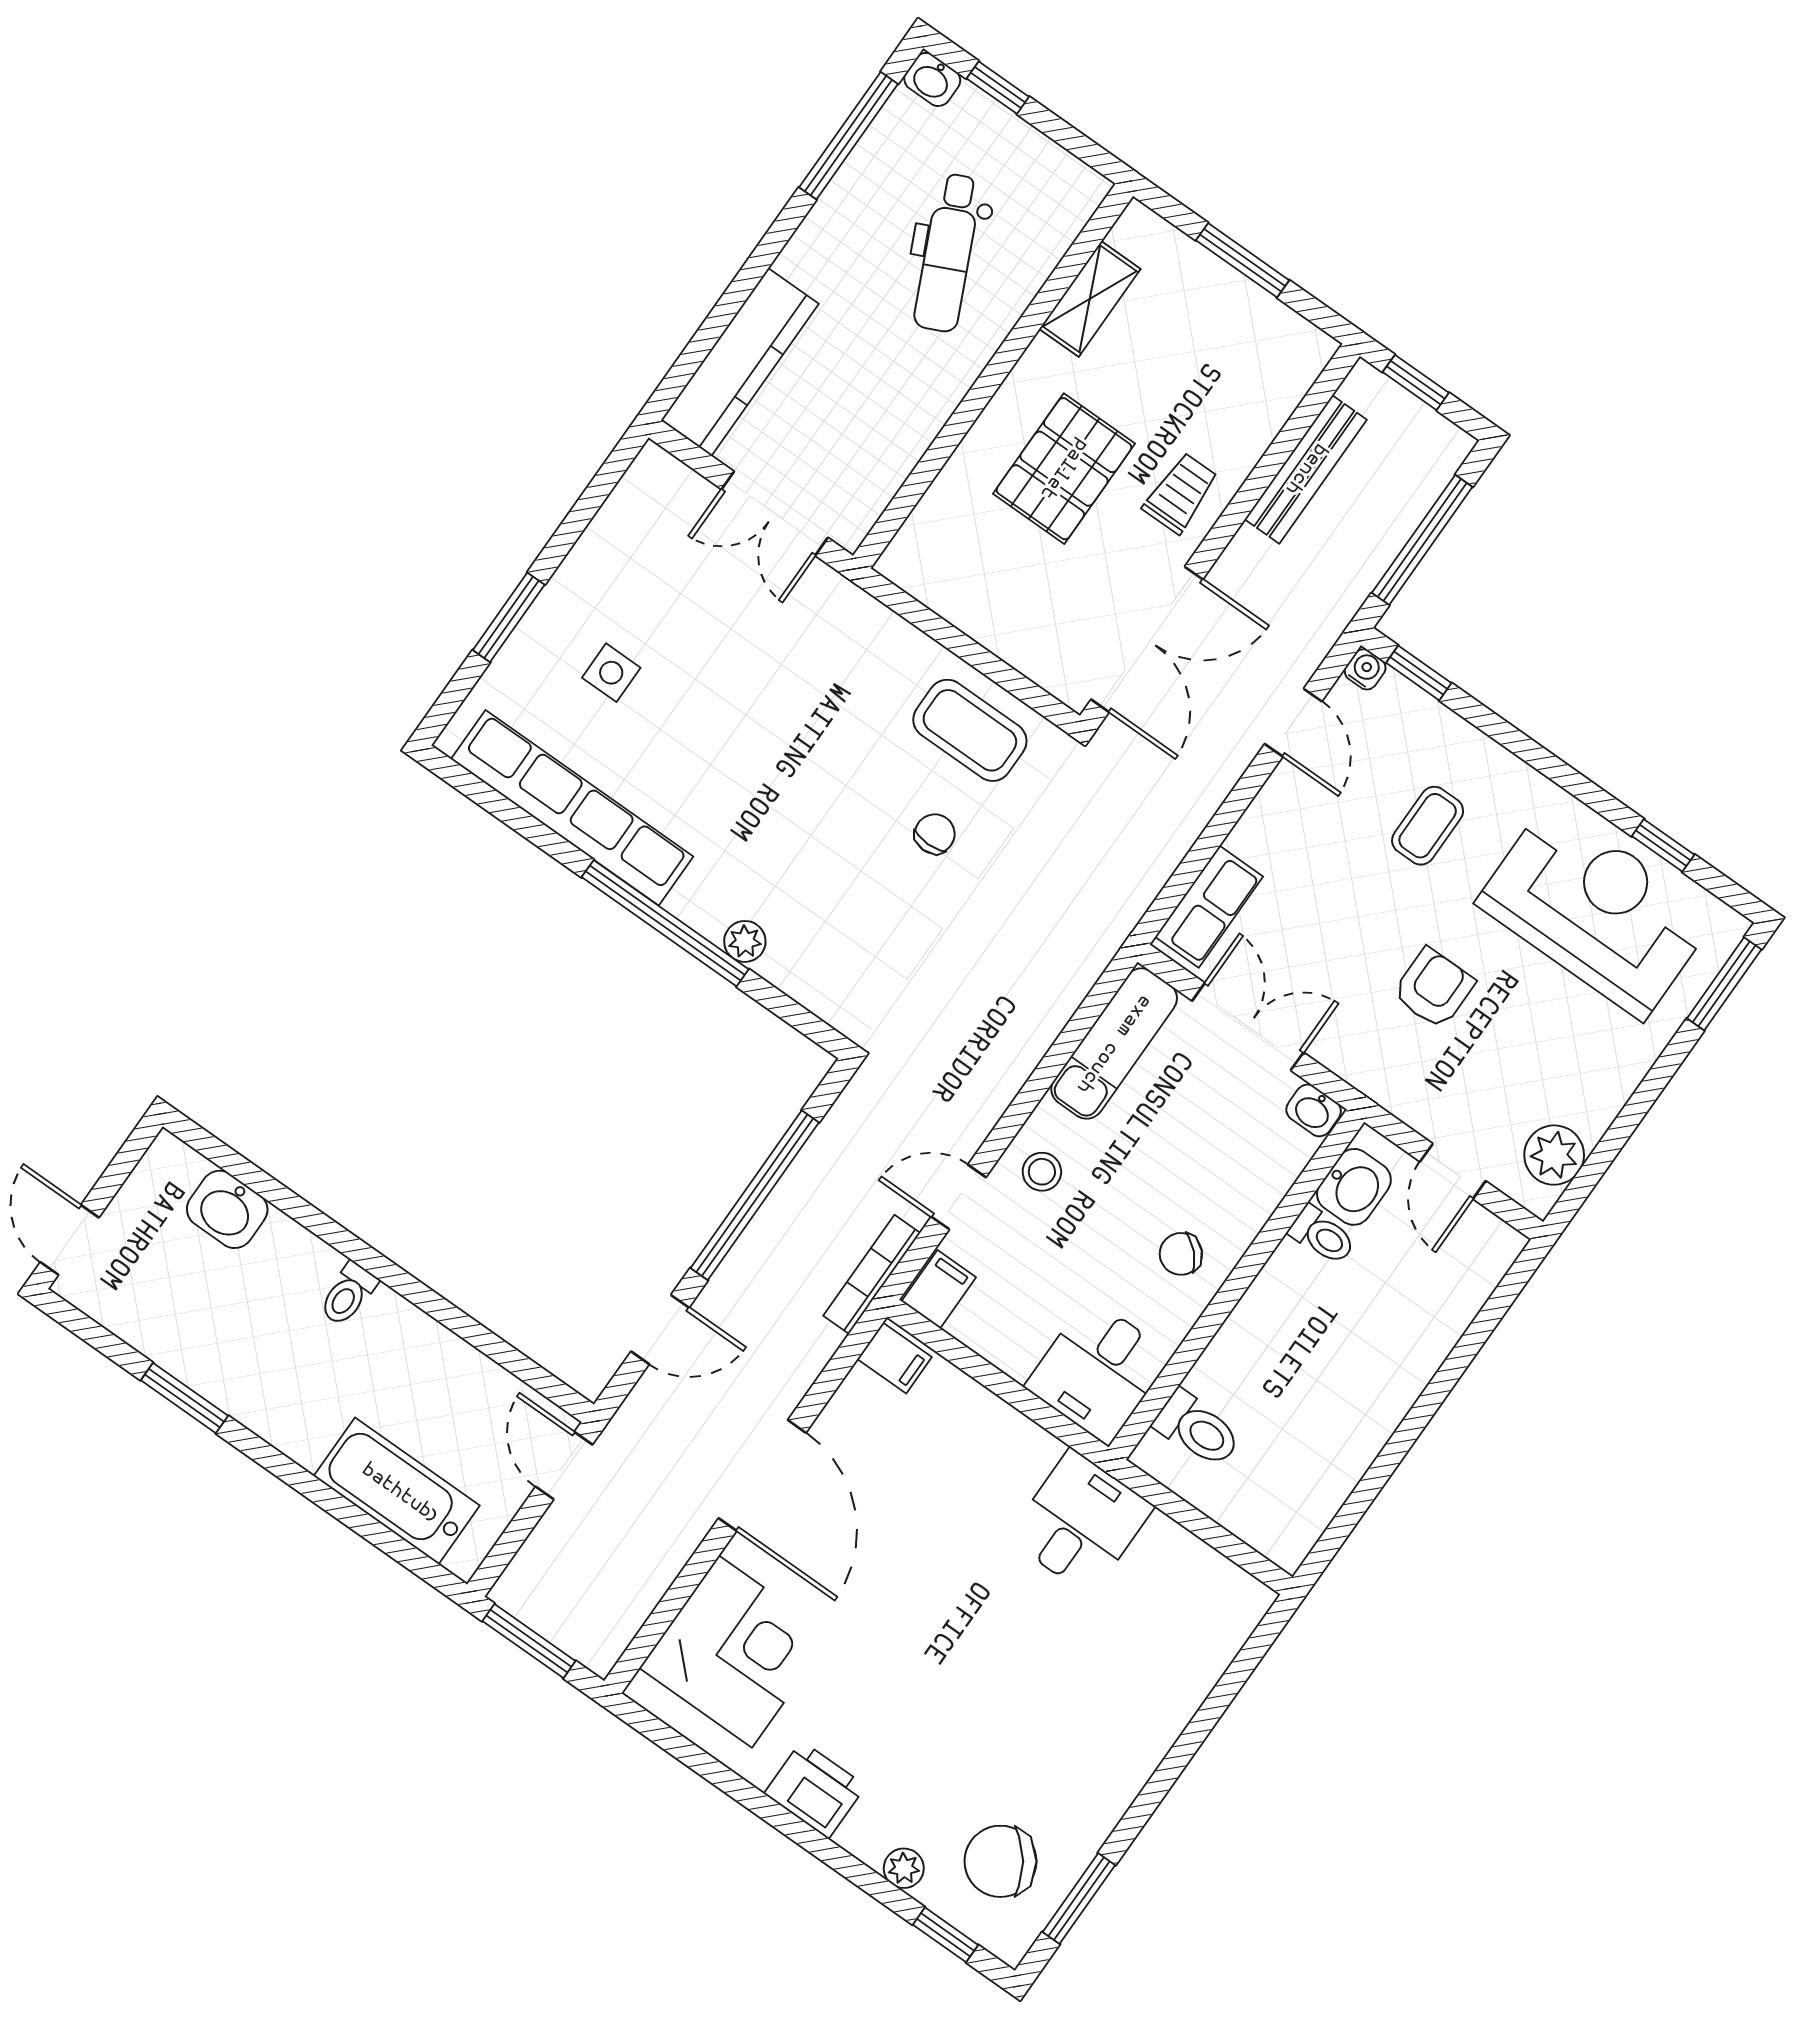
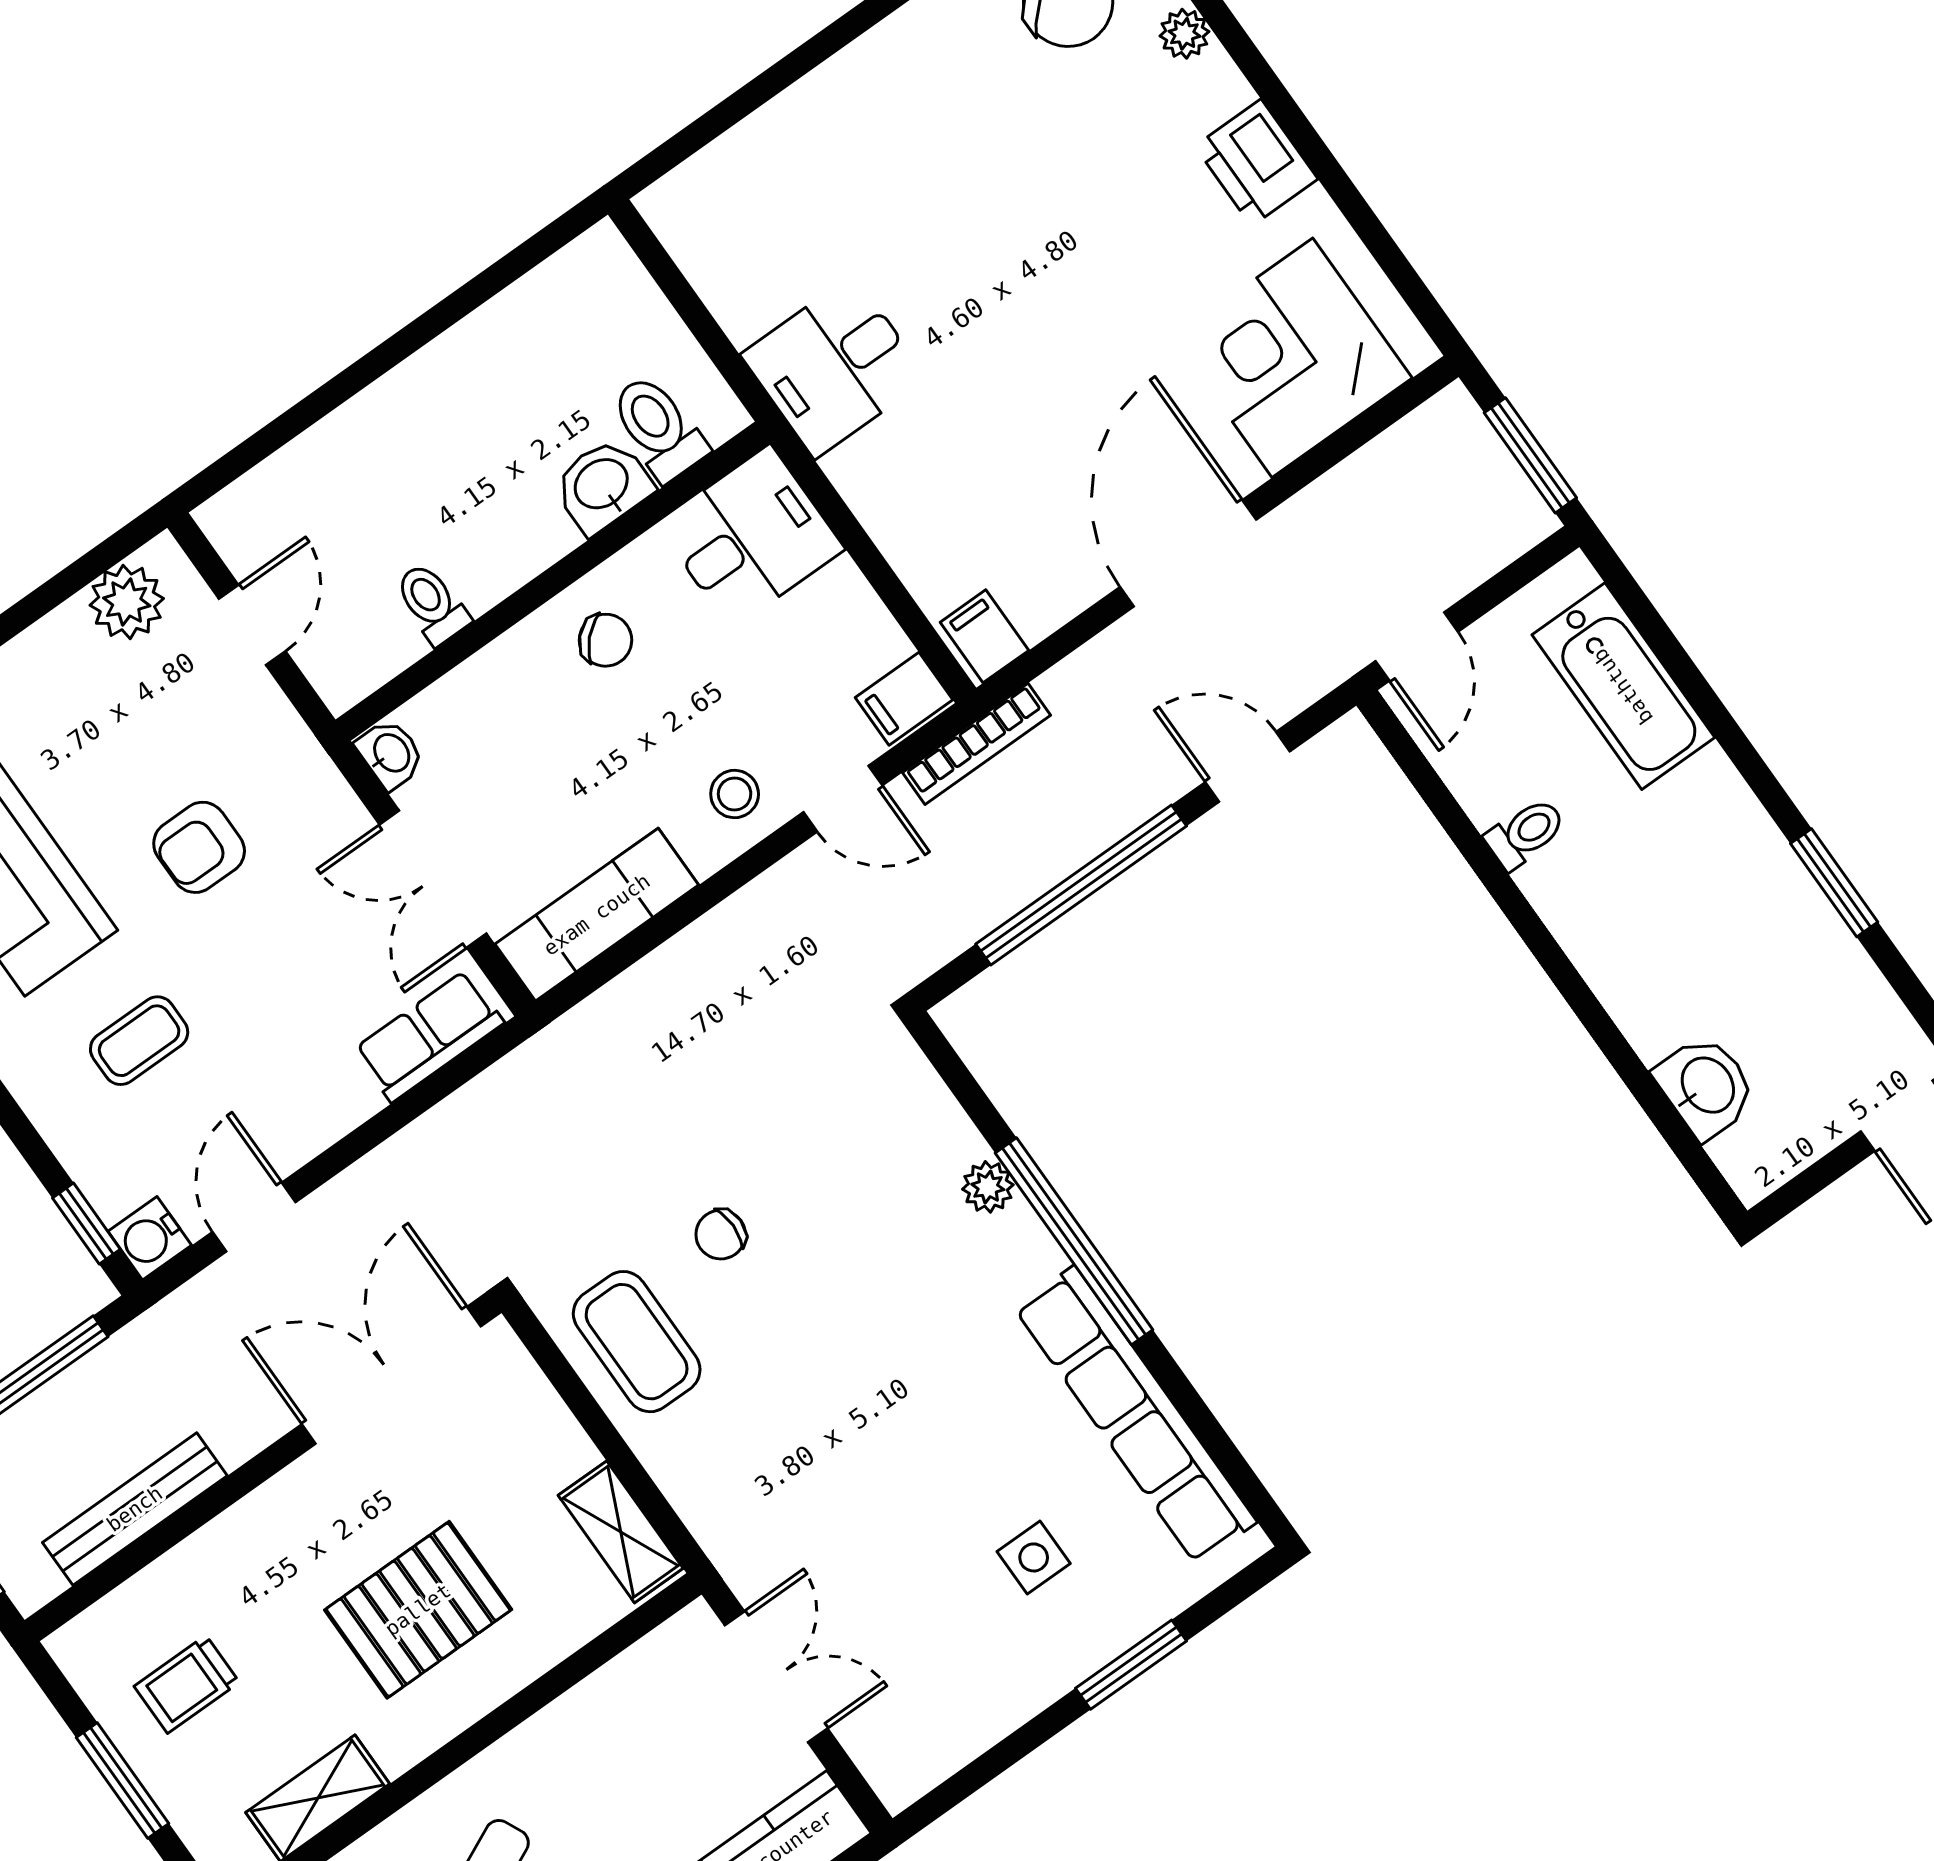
trolley: (1181, 493) -> (187, 1684), moved
shelving: (931, 582) -> (621, 1532), added
water cooler: (1365, 669) -> (150, 1238), width x1.38, depth x1.38
washbasin: (1354, 1187) -> (602, 485), moved
toilet: (348, 1294) -> (1525, 833), moved

